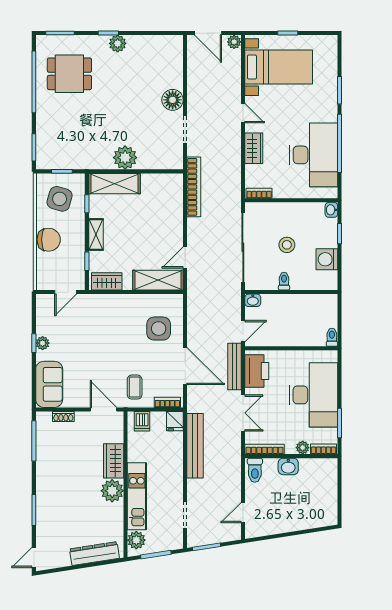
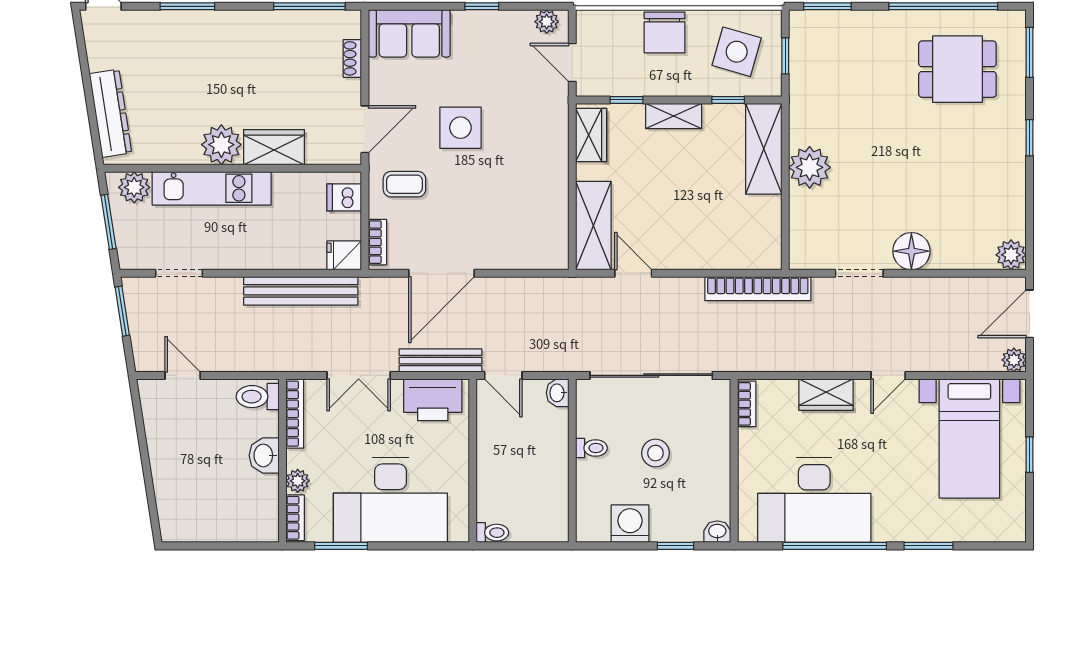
plant: (118, 43) -> (1011, 255), moved
dining table: (69, 74) -> (957, 69), turned 90
side table: (159, 329) -> (460, 128), moved
plant: (43, 343) -> (547, 22), moved

